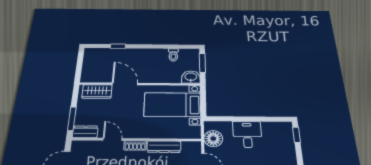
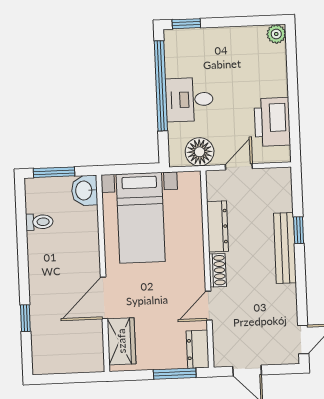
window: (256, 119) -> (161, 86), added

